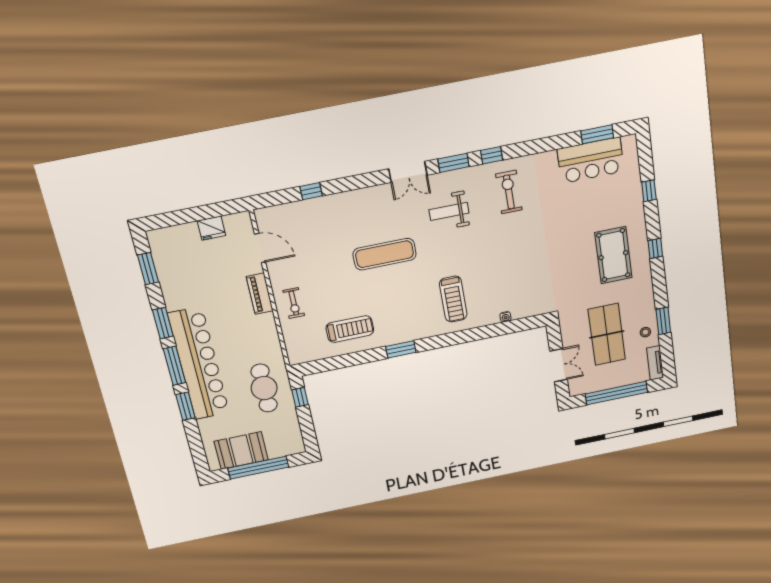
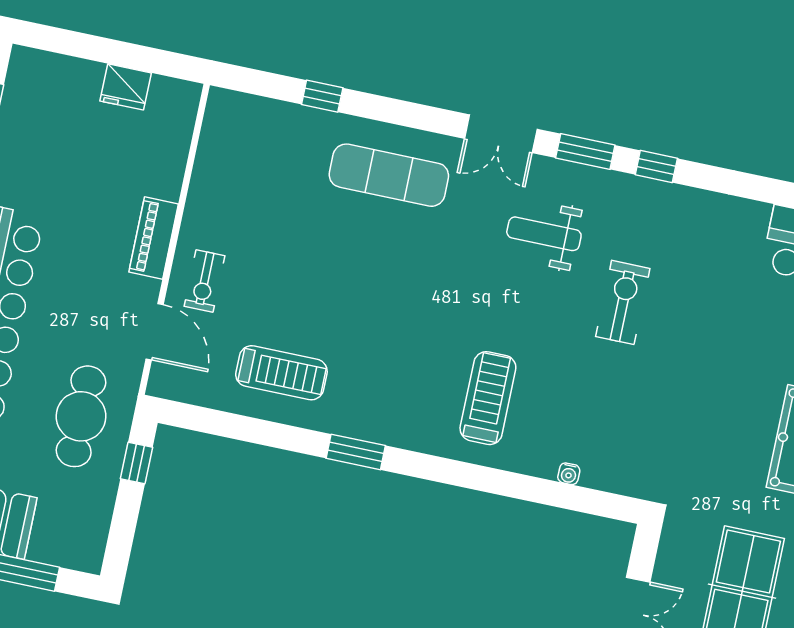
exercise bike: (509, 192) -> (623, 302), moved
door: (260, 248) -> (155, 332), moved
exercise mat: (385, 254) -> (389, 175), moved
treadmill: (453, 299) -> (488, 398), turned 180

